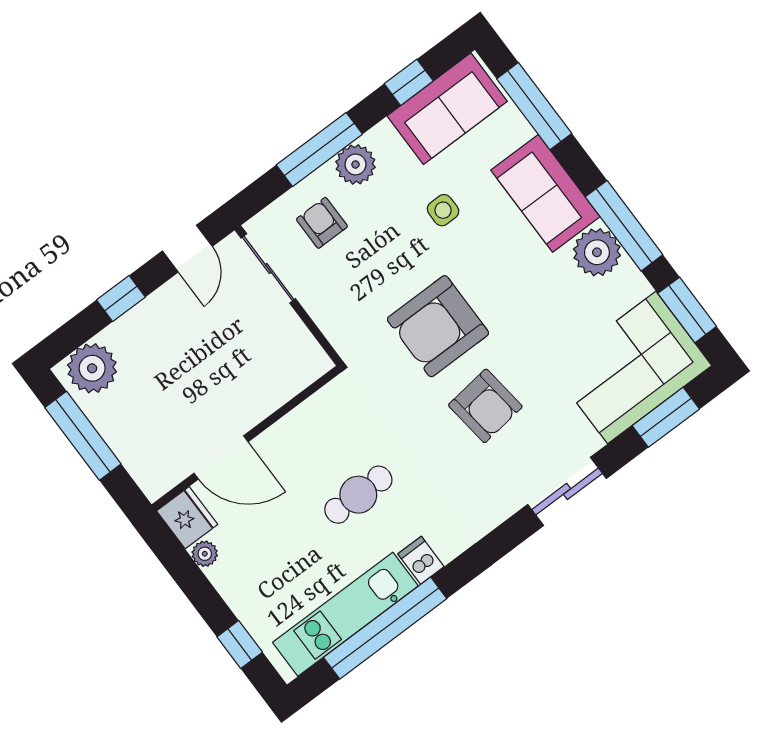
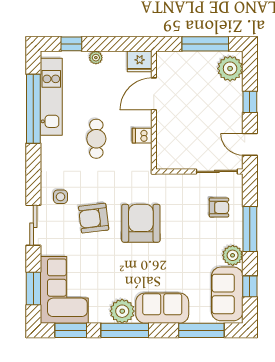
plant: (356, 164) -> (233, 255), moved
side table: (443, 210) -> (61, 197), moved
plant: (205, 554) -> (96, 58), moved
dishwasher: (421, 560) -> (142, 136), moved, turned 180

